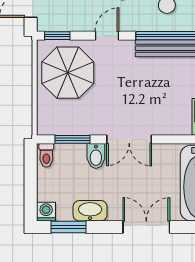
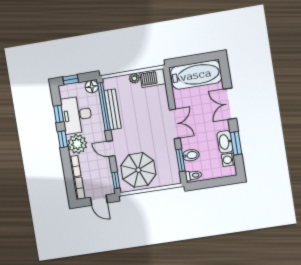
bidet: (96, 156) -> (191, 155), moved
washing machine: (46, 212) -> (228, 160), moved
window: (69, 227) -> (236, 143), moved

